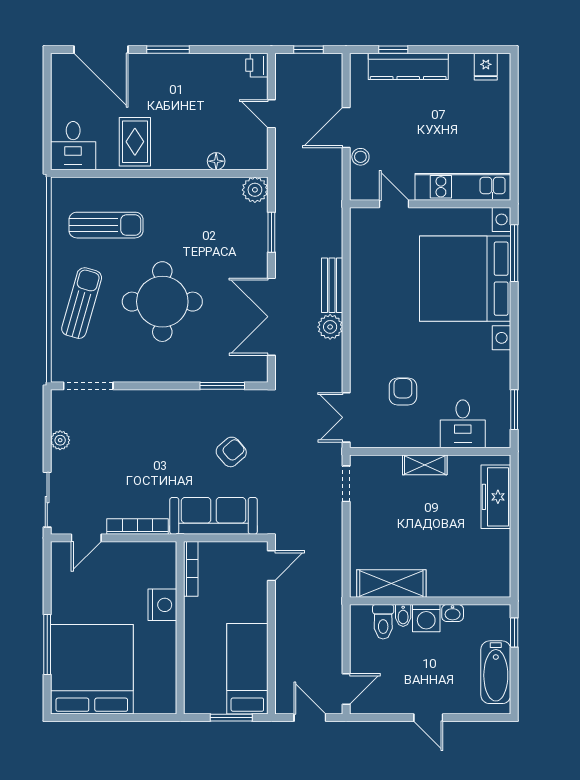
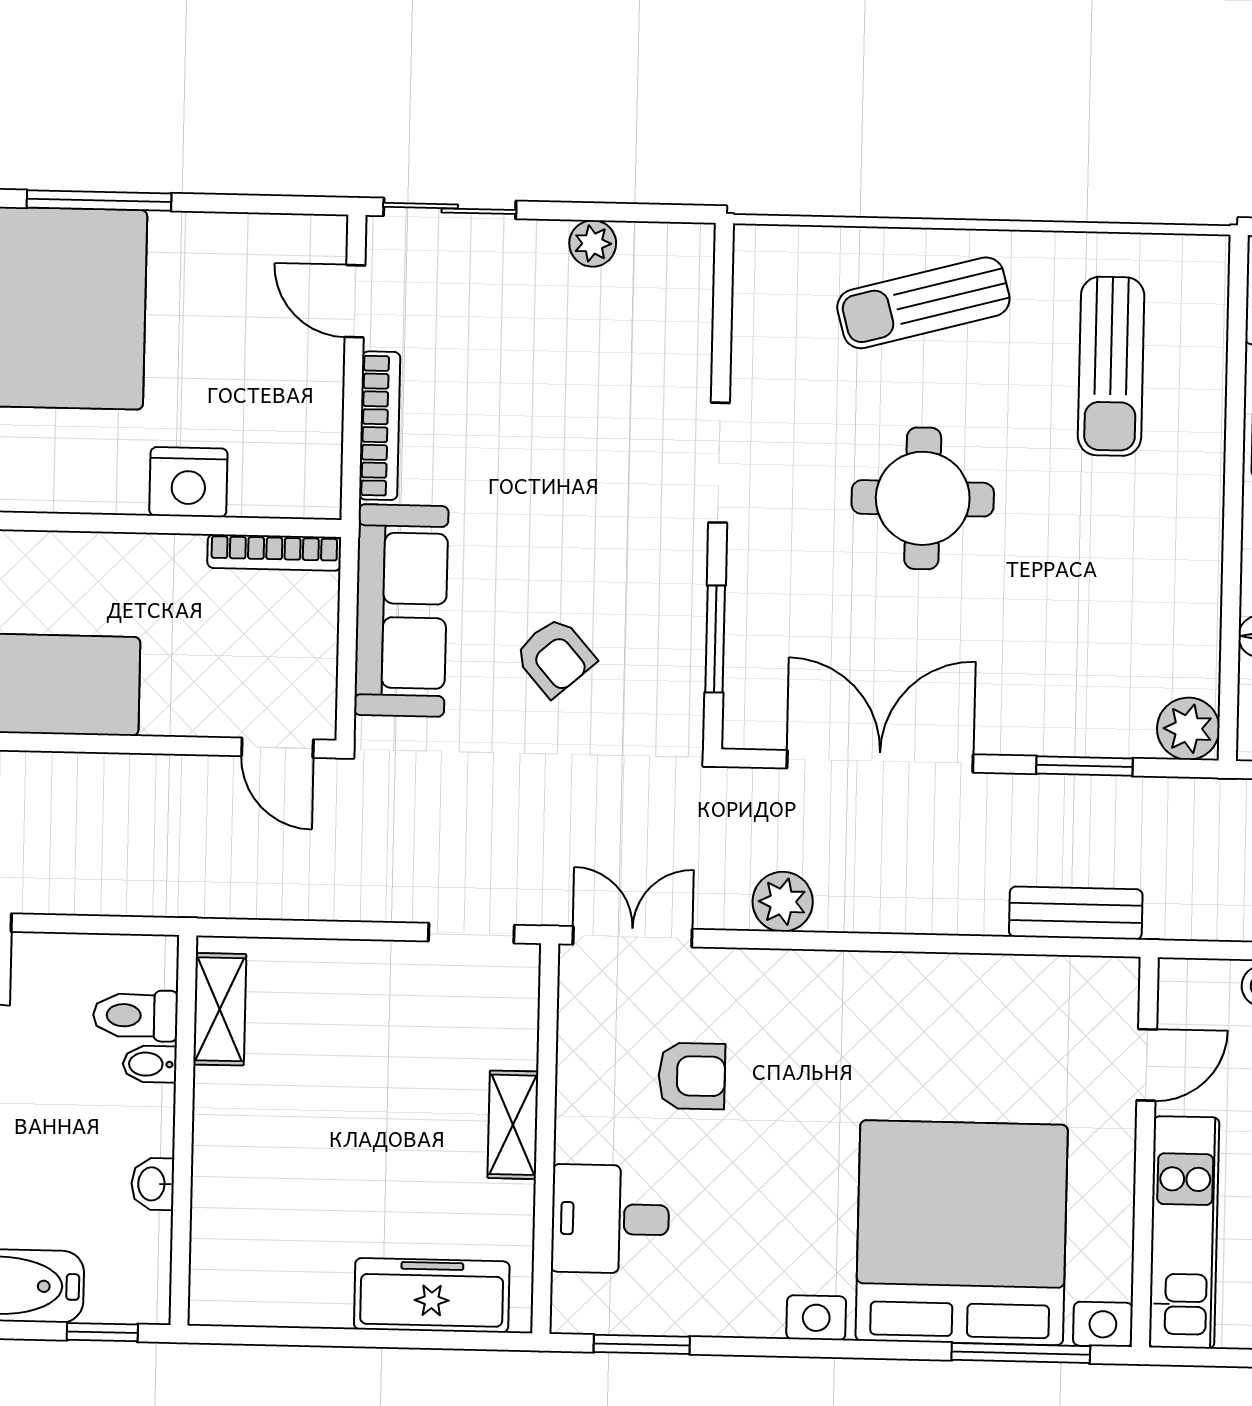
bench: (332, 285) -> (1076, 913), moved
round table: (162, 302) -> (923, 498), width x0.73, depth x0.73
sun lounger: (82, 303) -> (923, 303), turned 149
plant: (330, 327) -> (783, 902), moved
doorway: (88, 386) -> (719, 463), moved
shelving: (391, 584) -> (220, 1009), width x0.67, depth x0.75
washing machine: (426, 618) -> (142, 1120), removed

